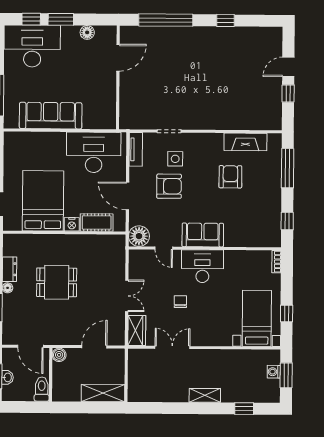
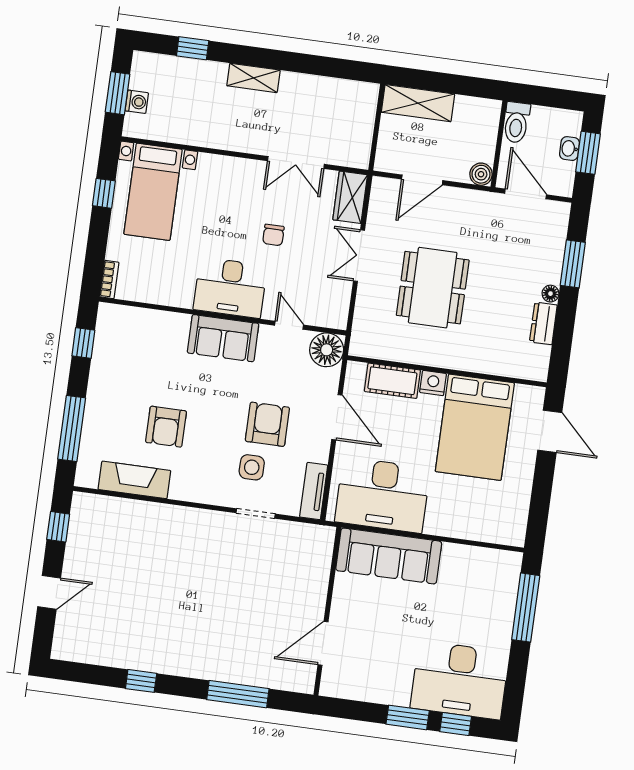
window: (166, 20) -> (238, 694), width x0.68
floor lamp: (87, 32) -> (368, 691), removed
window: (288, 94) -> (58, 527), moved
sofa: (51, 116) -> (389, 556), moved
armchair: (169, 186) -> (267, 424), turned 90
dining table: (57, 282) -> (433, 288), moved, width x1.38

